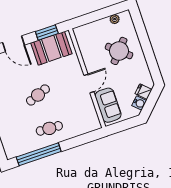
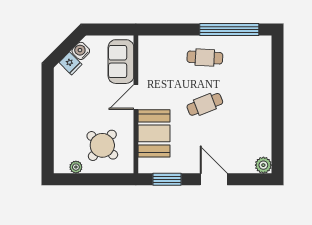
booth: (51, 48) -> (154, 133), moved, turned 90
round table: (119, 51) -> (102, 145), moved

